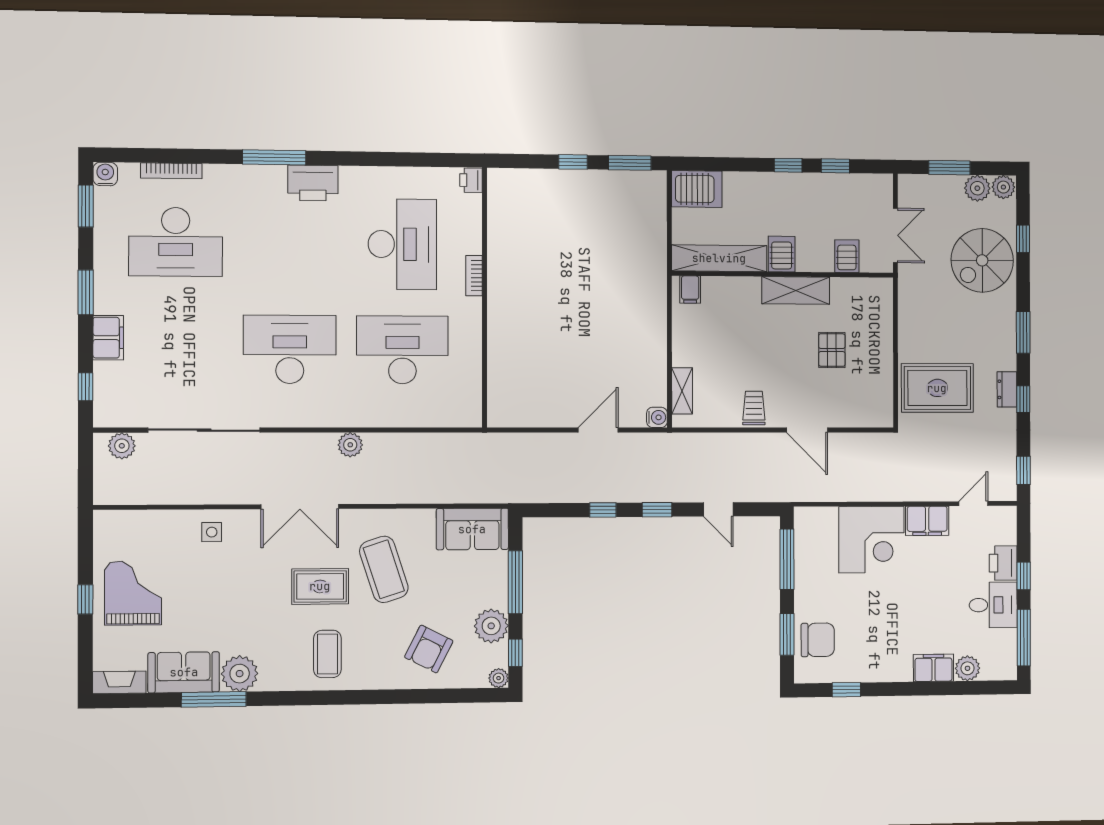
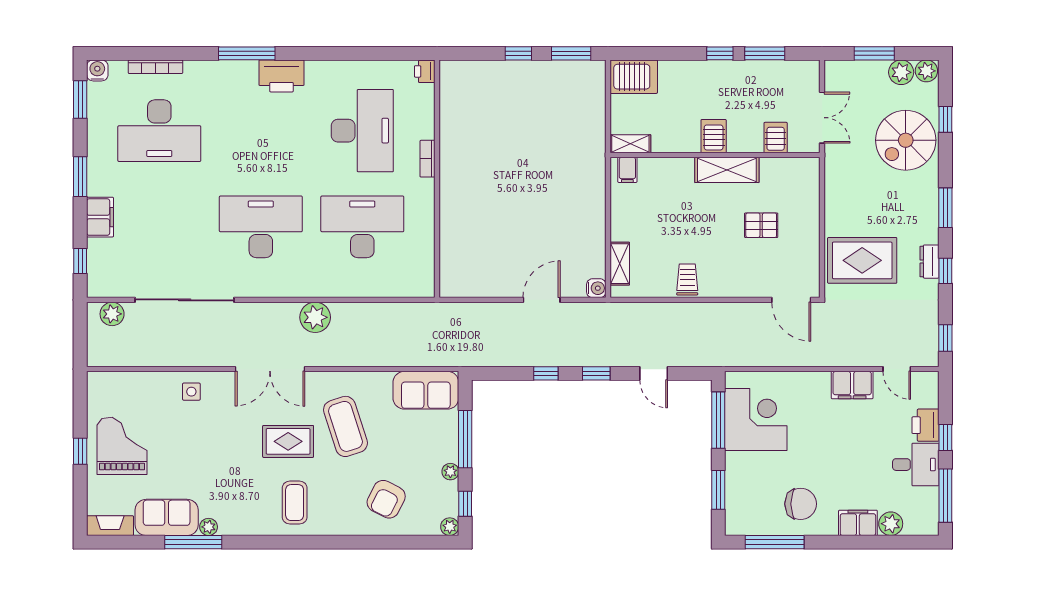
window: (835, 166) -> (765, 53), width x1.50
shelving: (719, 258) -> (630, 144), width x0.45, depth x0.75
pallet: (832, 350) -> (761, 225), turned 90
door: (807, 430) -> (791, 300), moved
plant: (350, 445) -> (315, 317), width x1.36, depth x1.36
door: (973, 504) -> (897, 369), swing flipped
corner desk: (871, 540) -> (756, 420), moved, turned -90
plant: (491, 626) -> (450, 472), width x0.53, depth x0.53
chair: (818, 640) -> (801, 504), moved
plant: (240, 674) -> (209, 527), width x0.53, depth x0.53
window: (846, 690) -> (775, 542), width x2.17

